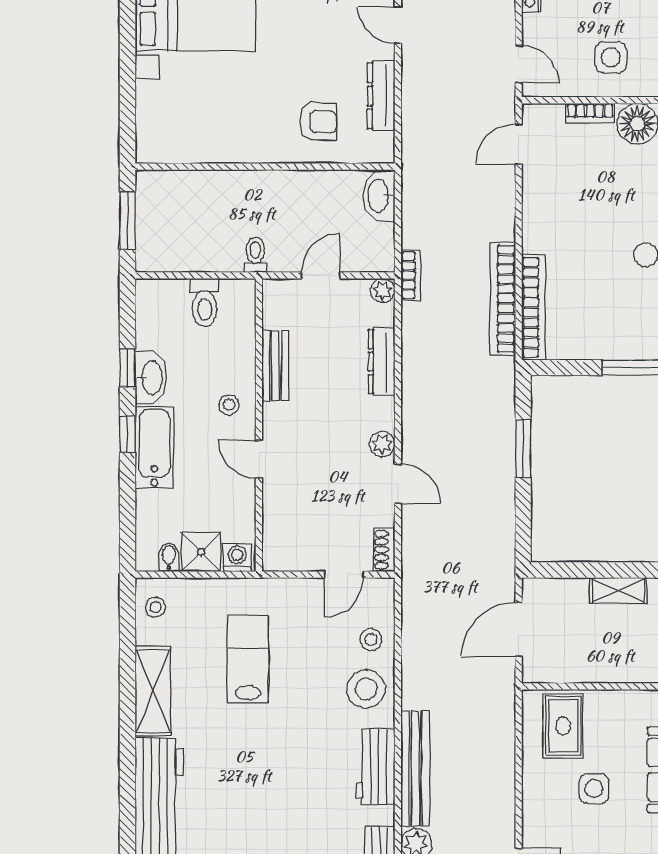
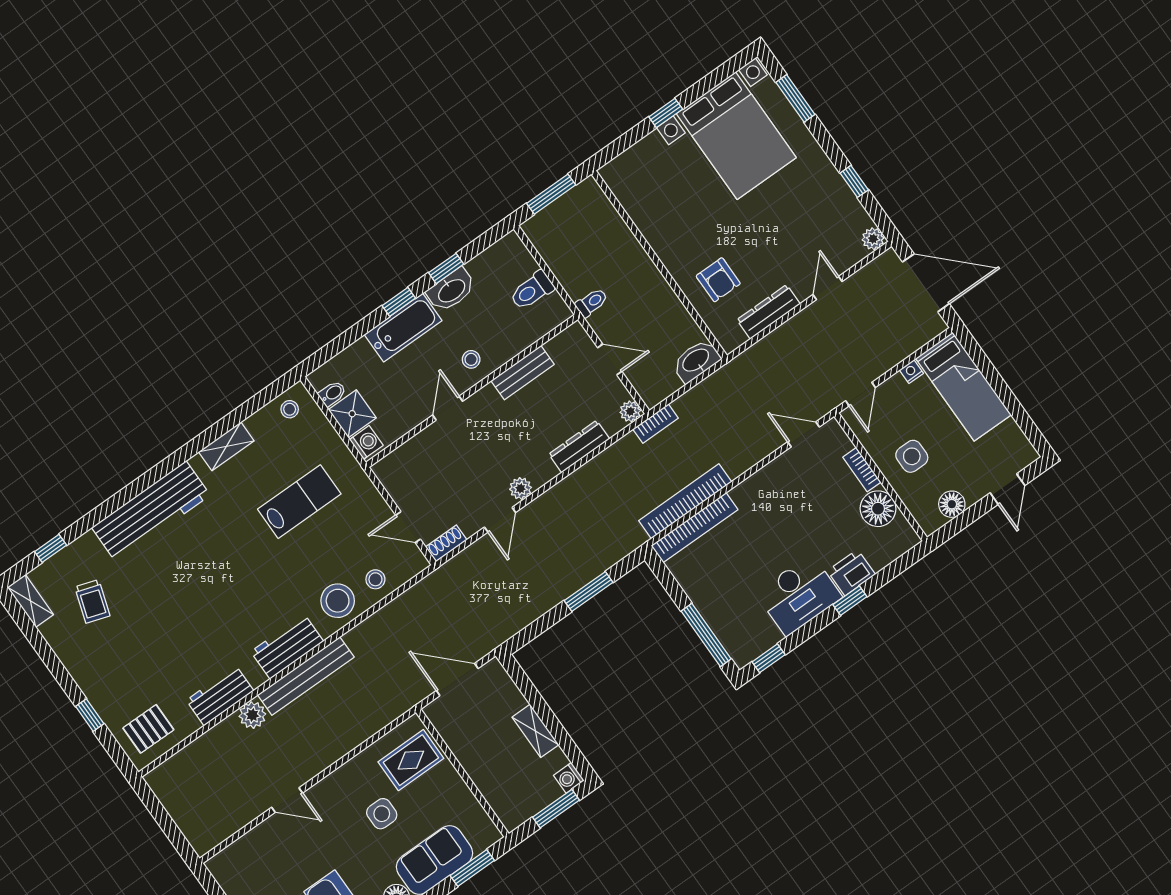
window: (127, 60) -> (666, 113), added
shelving: (153, 691) -> (226, 446), width x0.67, depth x0.75

